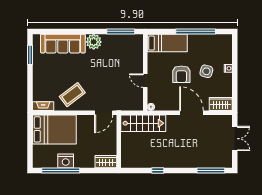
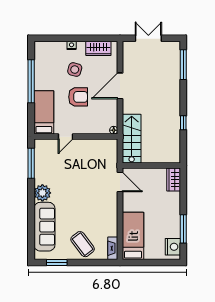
door: (145, 81) -> (66, 137), moved
coffee table: (72, 95) -> (83, 244), moved
wardrobe: (221, 104) -> (98, 48), moved, turned -90
bed: (54, 129) -> (133, 236), width x0.67
nightstand: (66, 161) -> (173, 247), moved
window: (61, 170) -> (183, 229), width x0.68

